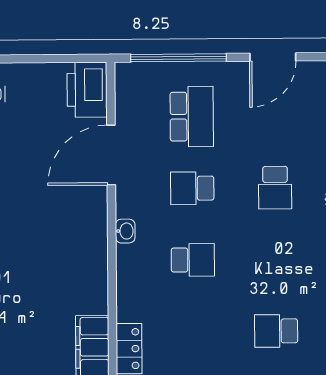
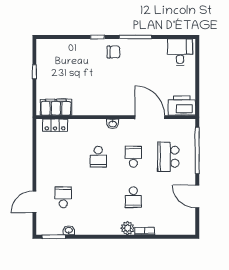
school desk: (192, 117) -> (168, 157), turned 90
school desk: (275, 188) -> (133, 197), turned -90

